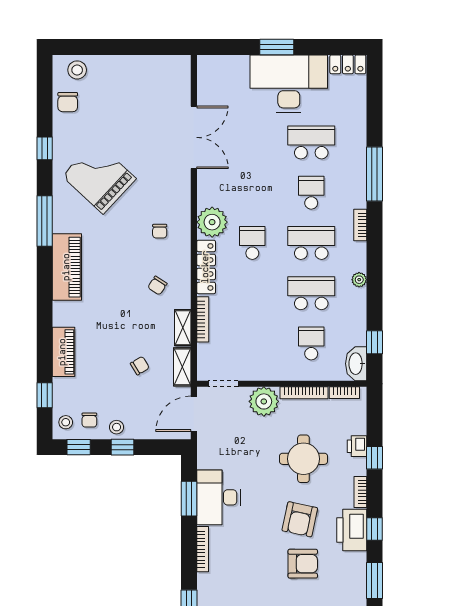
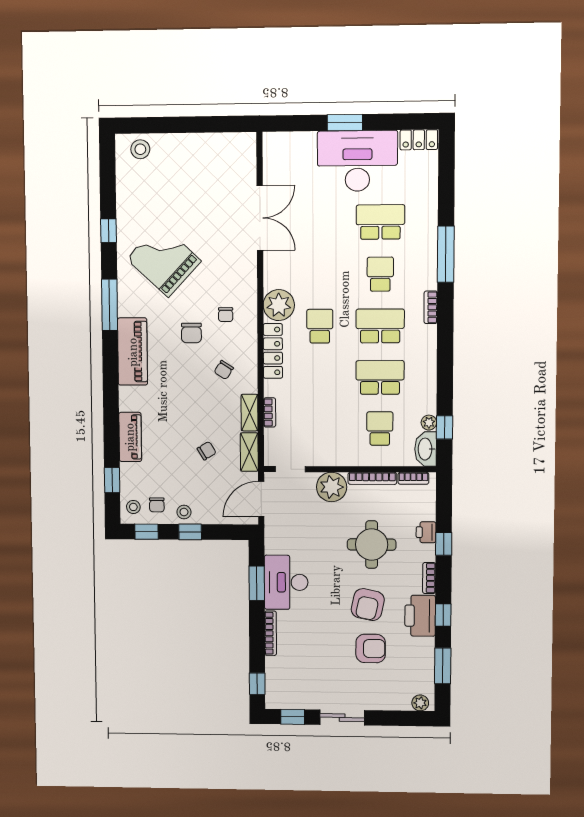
chair: (68, 102) -> (191, 333), moved
plant: (359, 280) -> (429, 423), moved
bookcase: (203, 319) -> (270, 412), width x0.64

